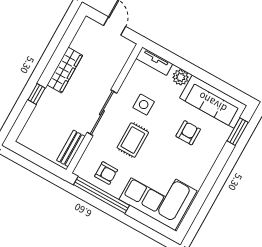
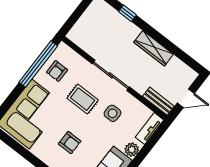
window: (37, 94) -> (127, 13), moved
armchair: (188, 133) -> (70, 143), moved
bench: (71, 148) -> (158, 101), moved

